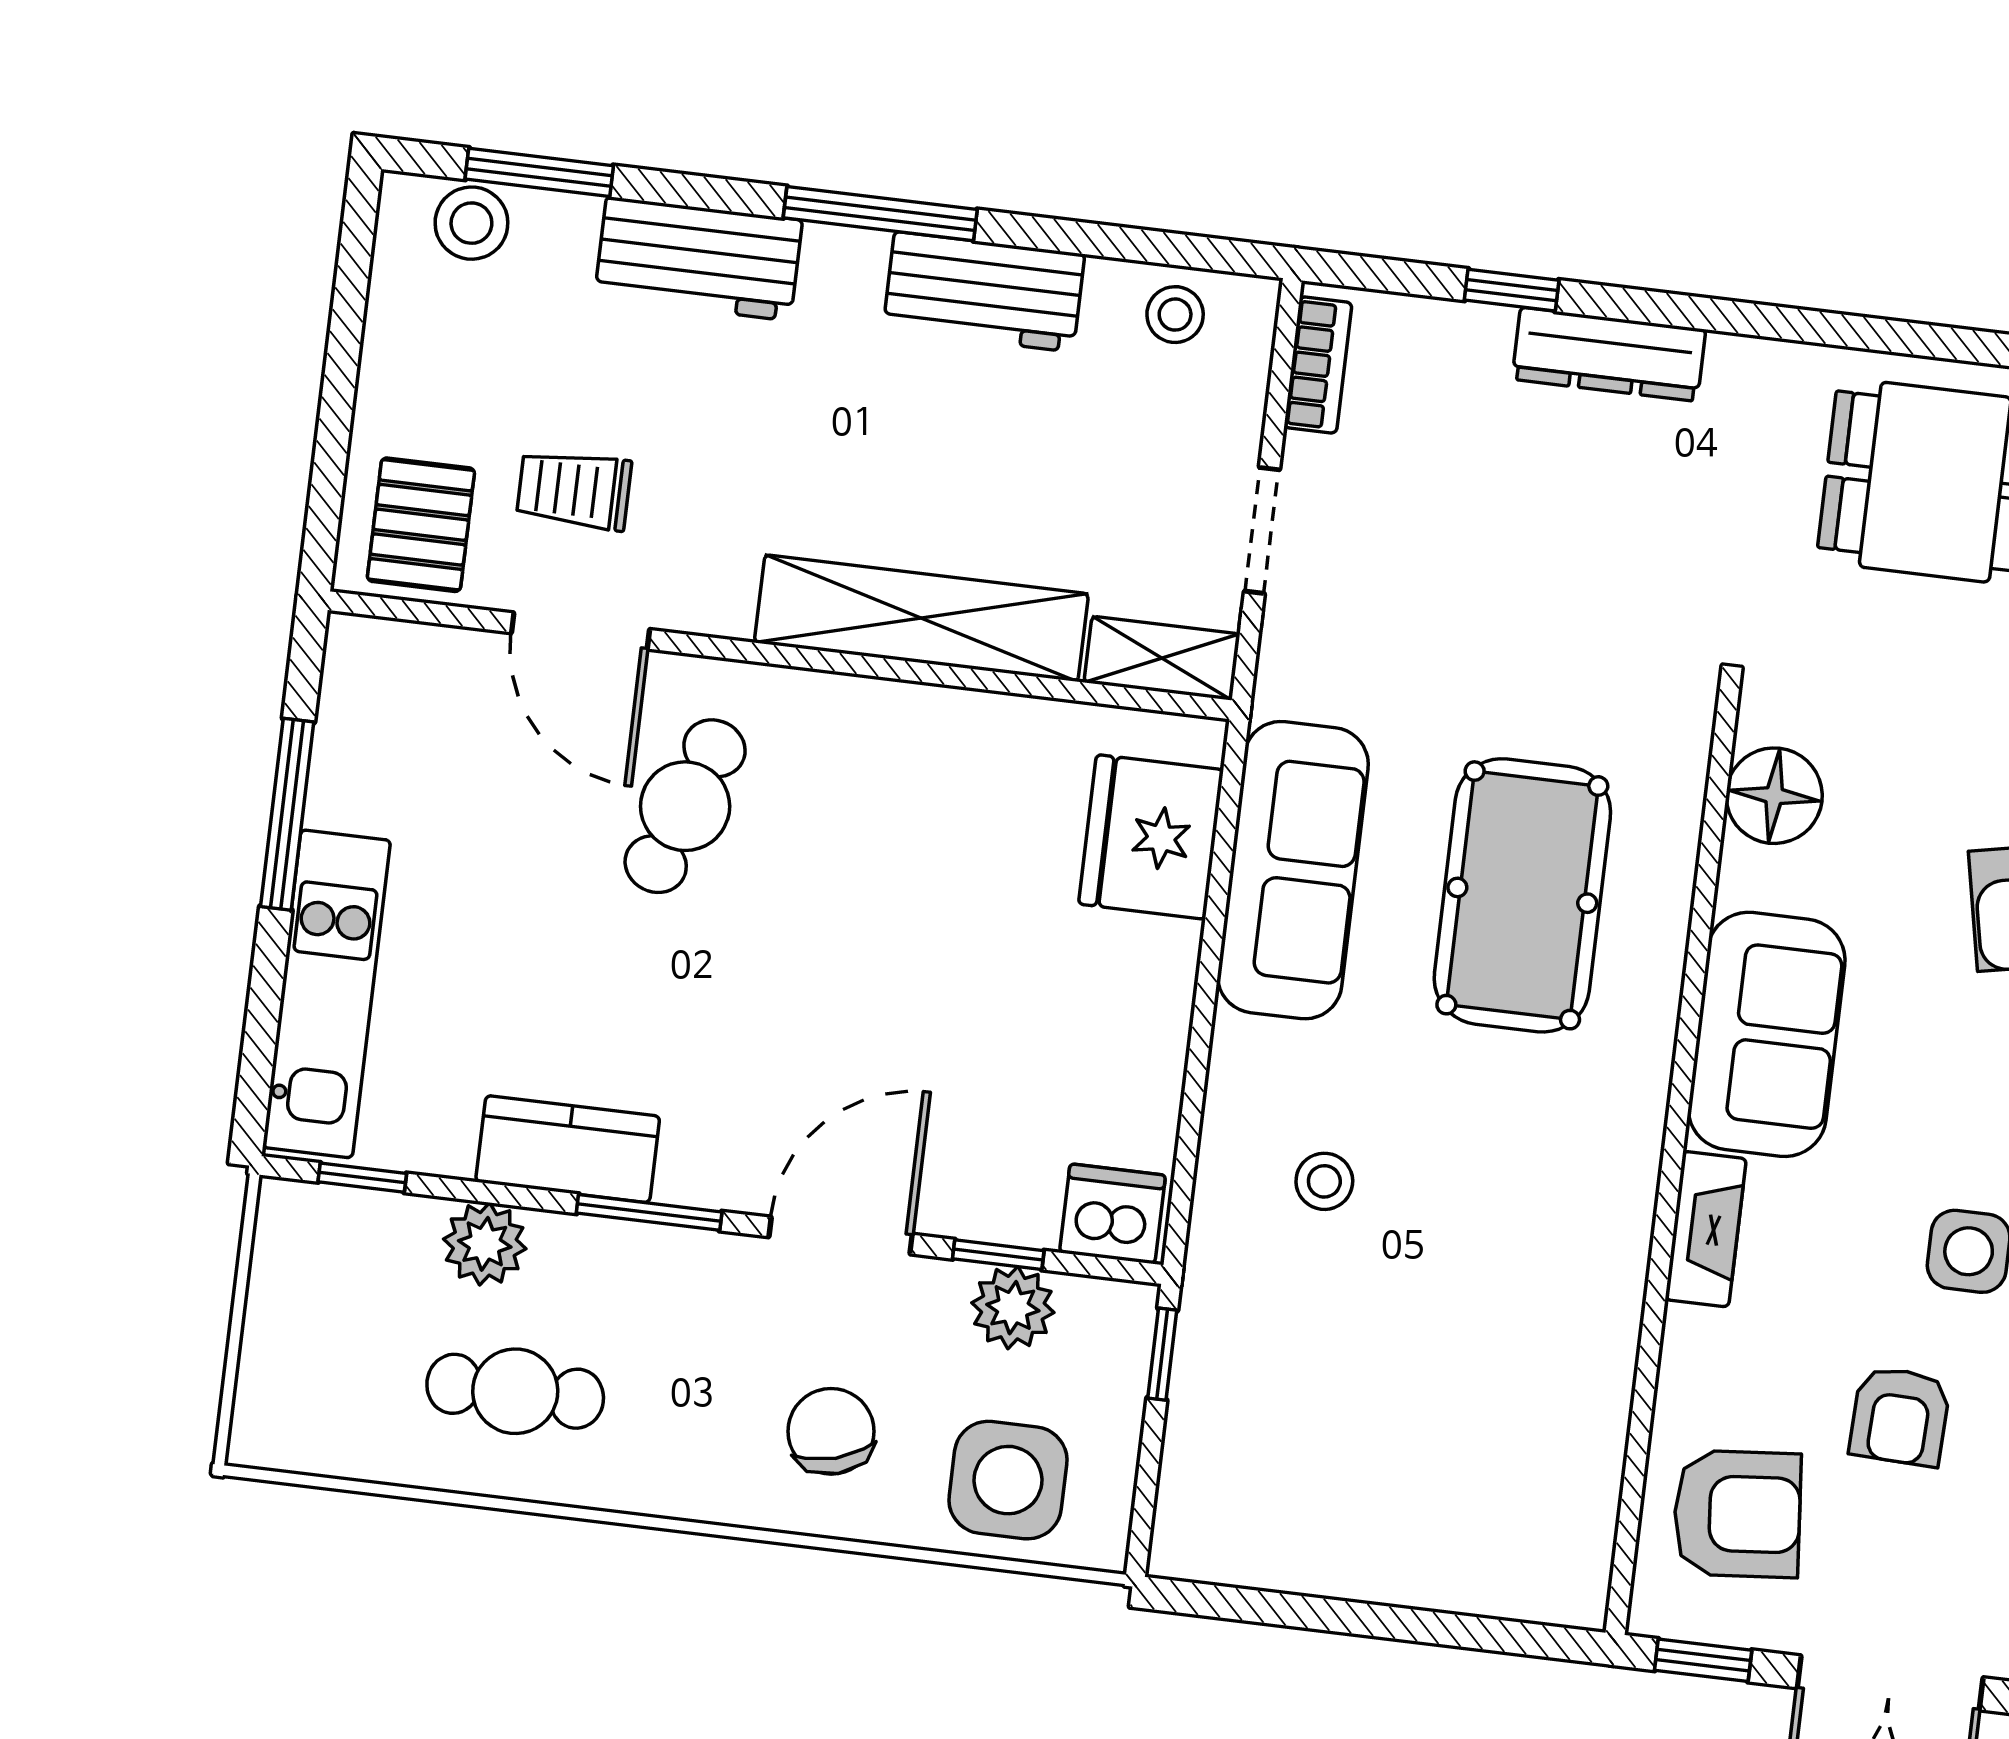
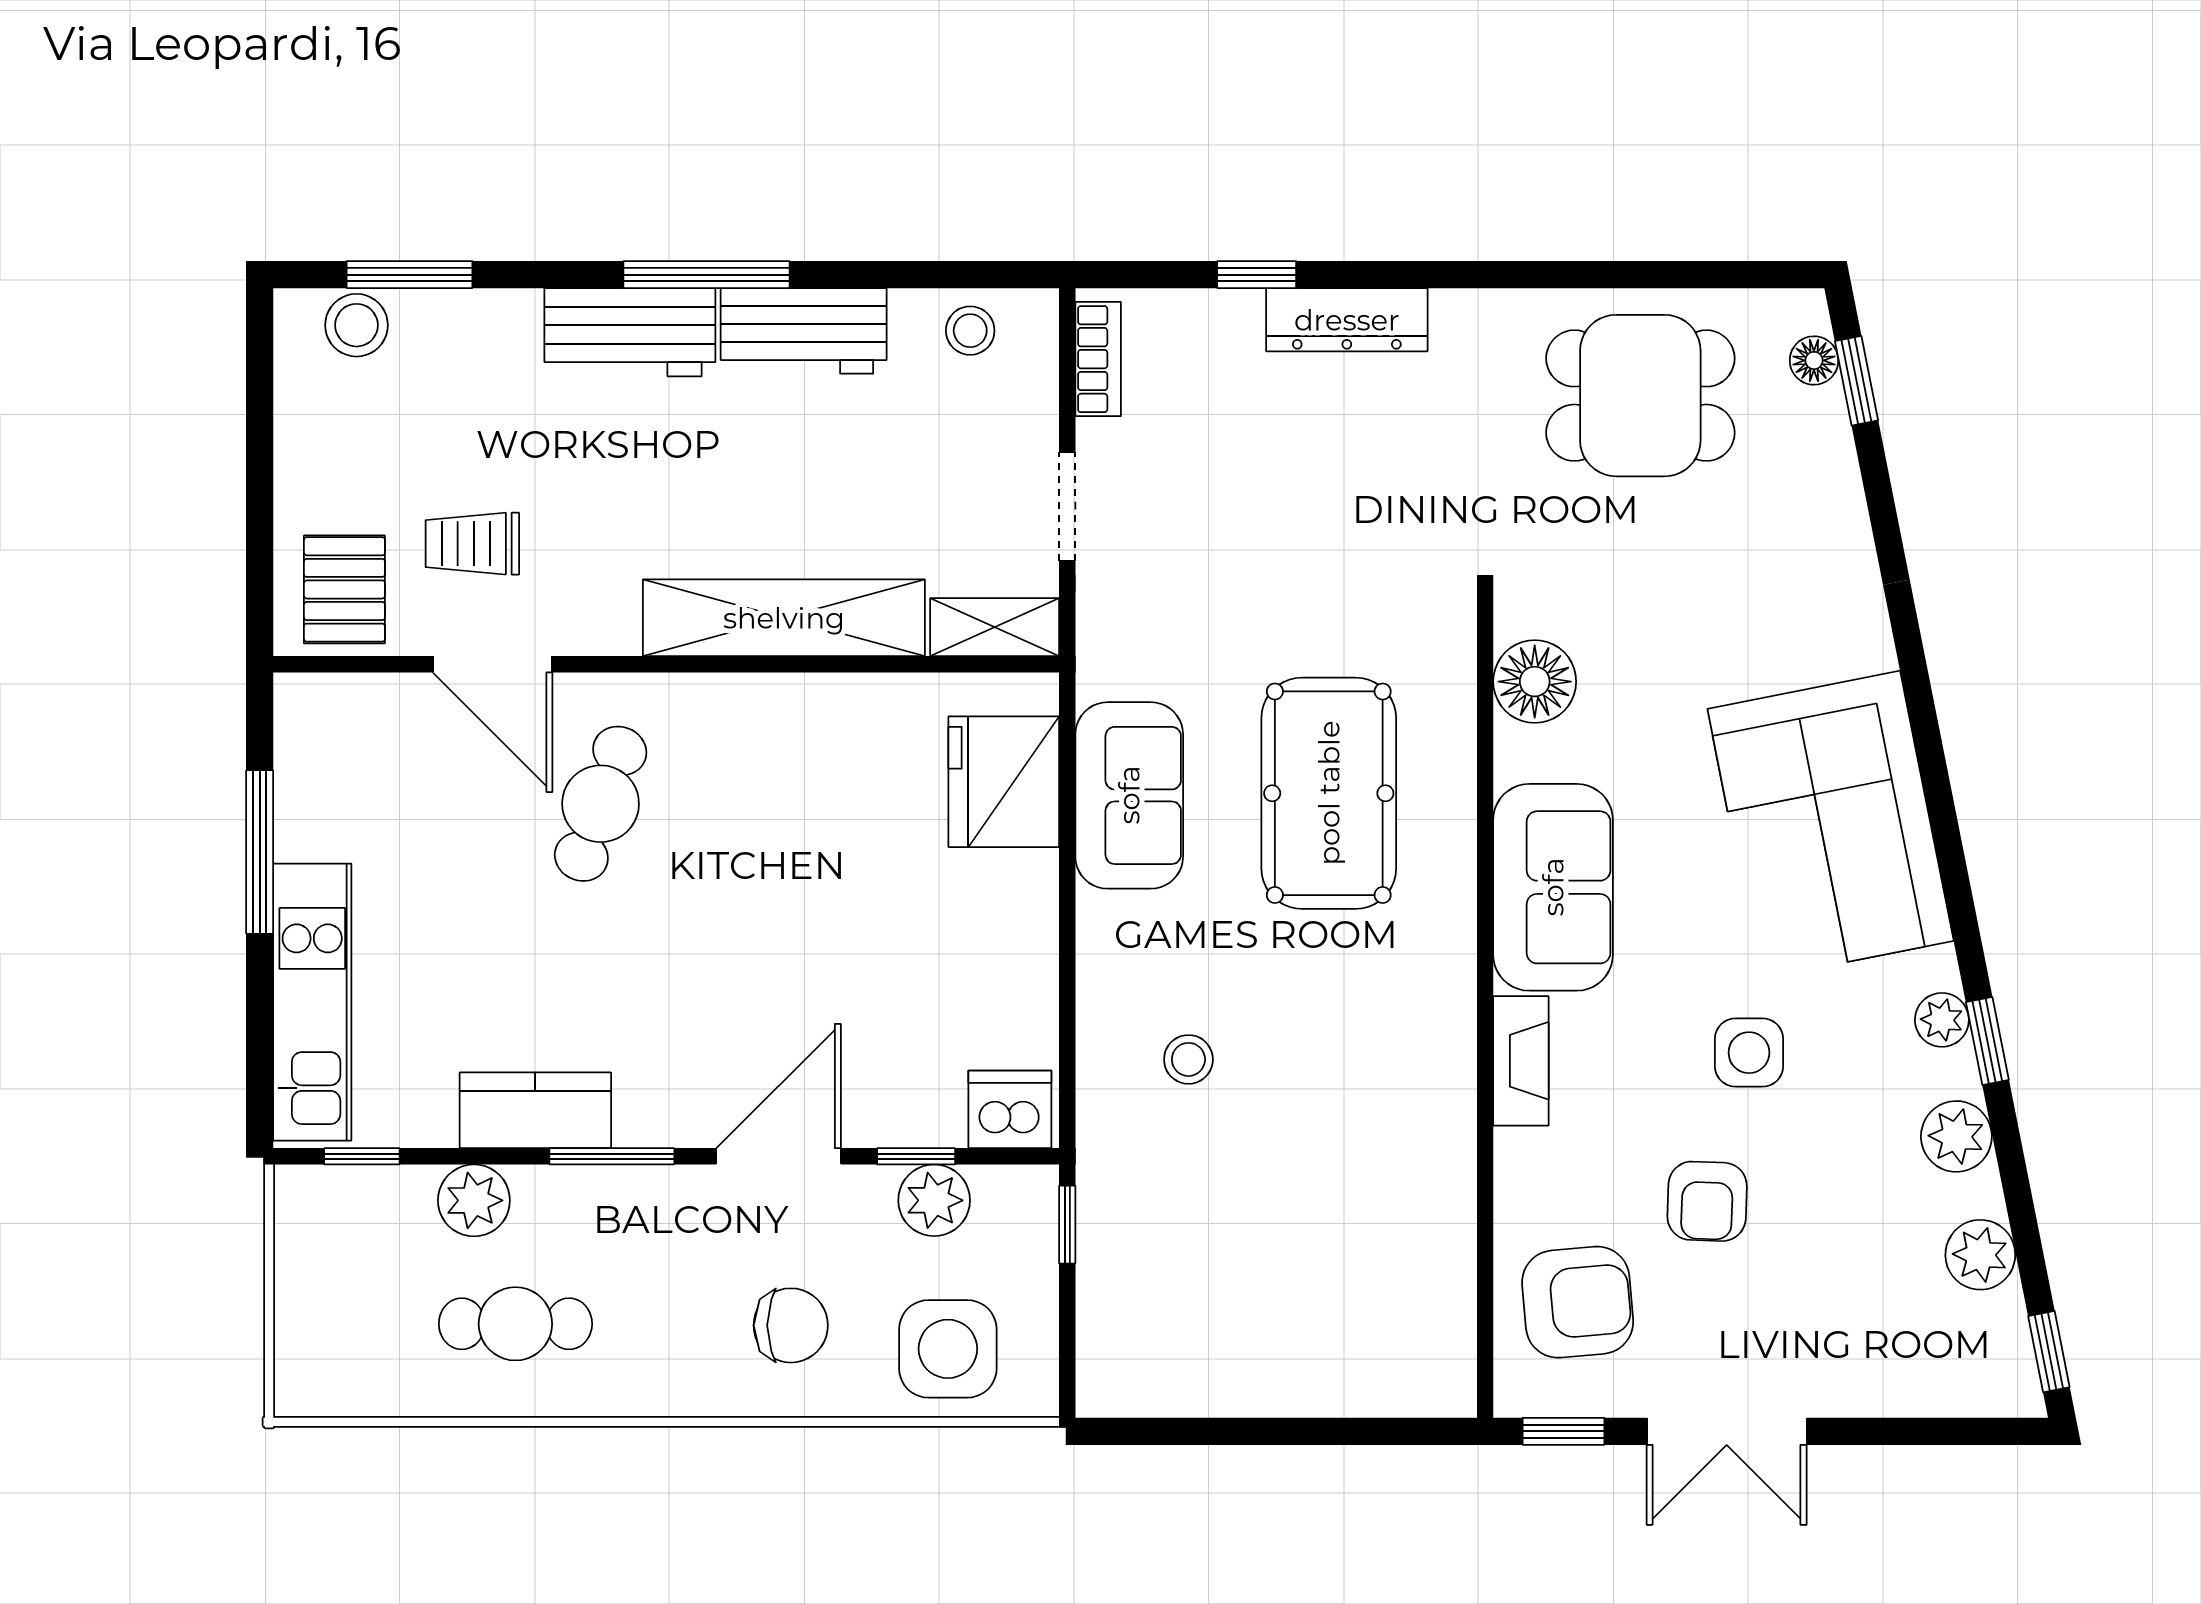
workbench: (698, 259) -> (630, 332), moved
sofa: (1293, 870) -> (1129, 795), width x0.73
chair: (831, 1431) -> (791, 1325), turned 106

